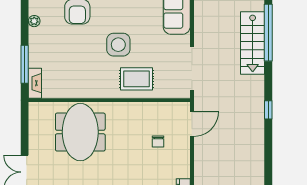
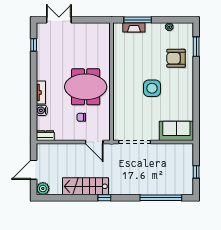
stairs: (253, 43) -> (86, 186), moved
rug: (137, 79) -> (127, 102), removed
fireplace: (35, 83) -> (134, 27), moved
meeting table: (80, 132) -> (86, 87), moved

